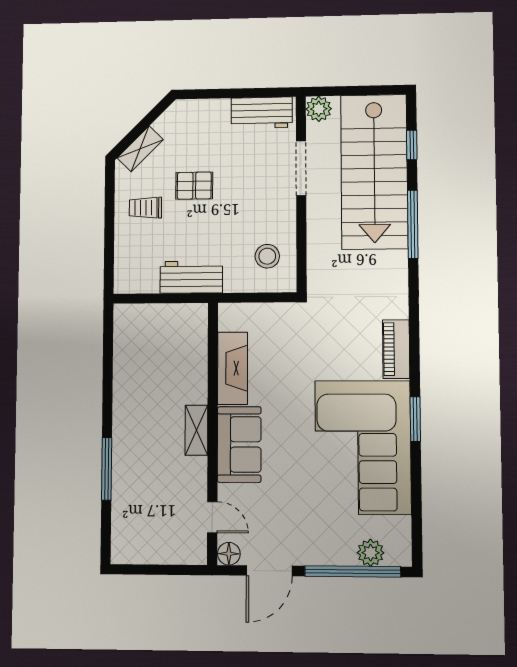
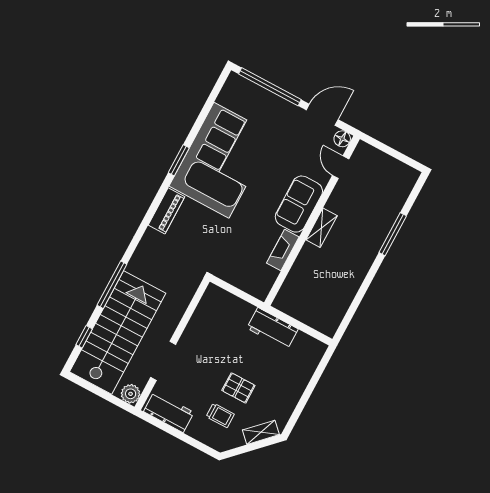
trolley: (145, 208) -> (220, 415), moved
stool: (267, 256) -> (216, 315), removed
fireplace: (233, 368) -> (283, 250), width x0.73, depth x0.76
plant: (371, 553) -> (252, 92), removed

